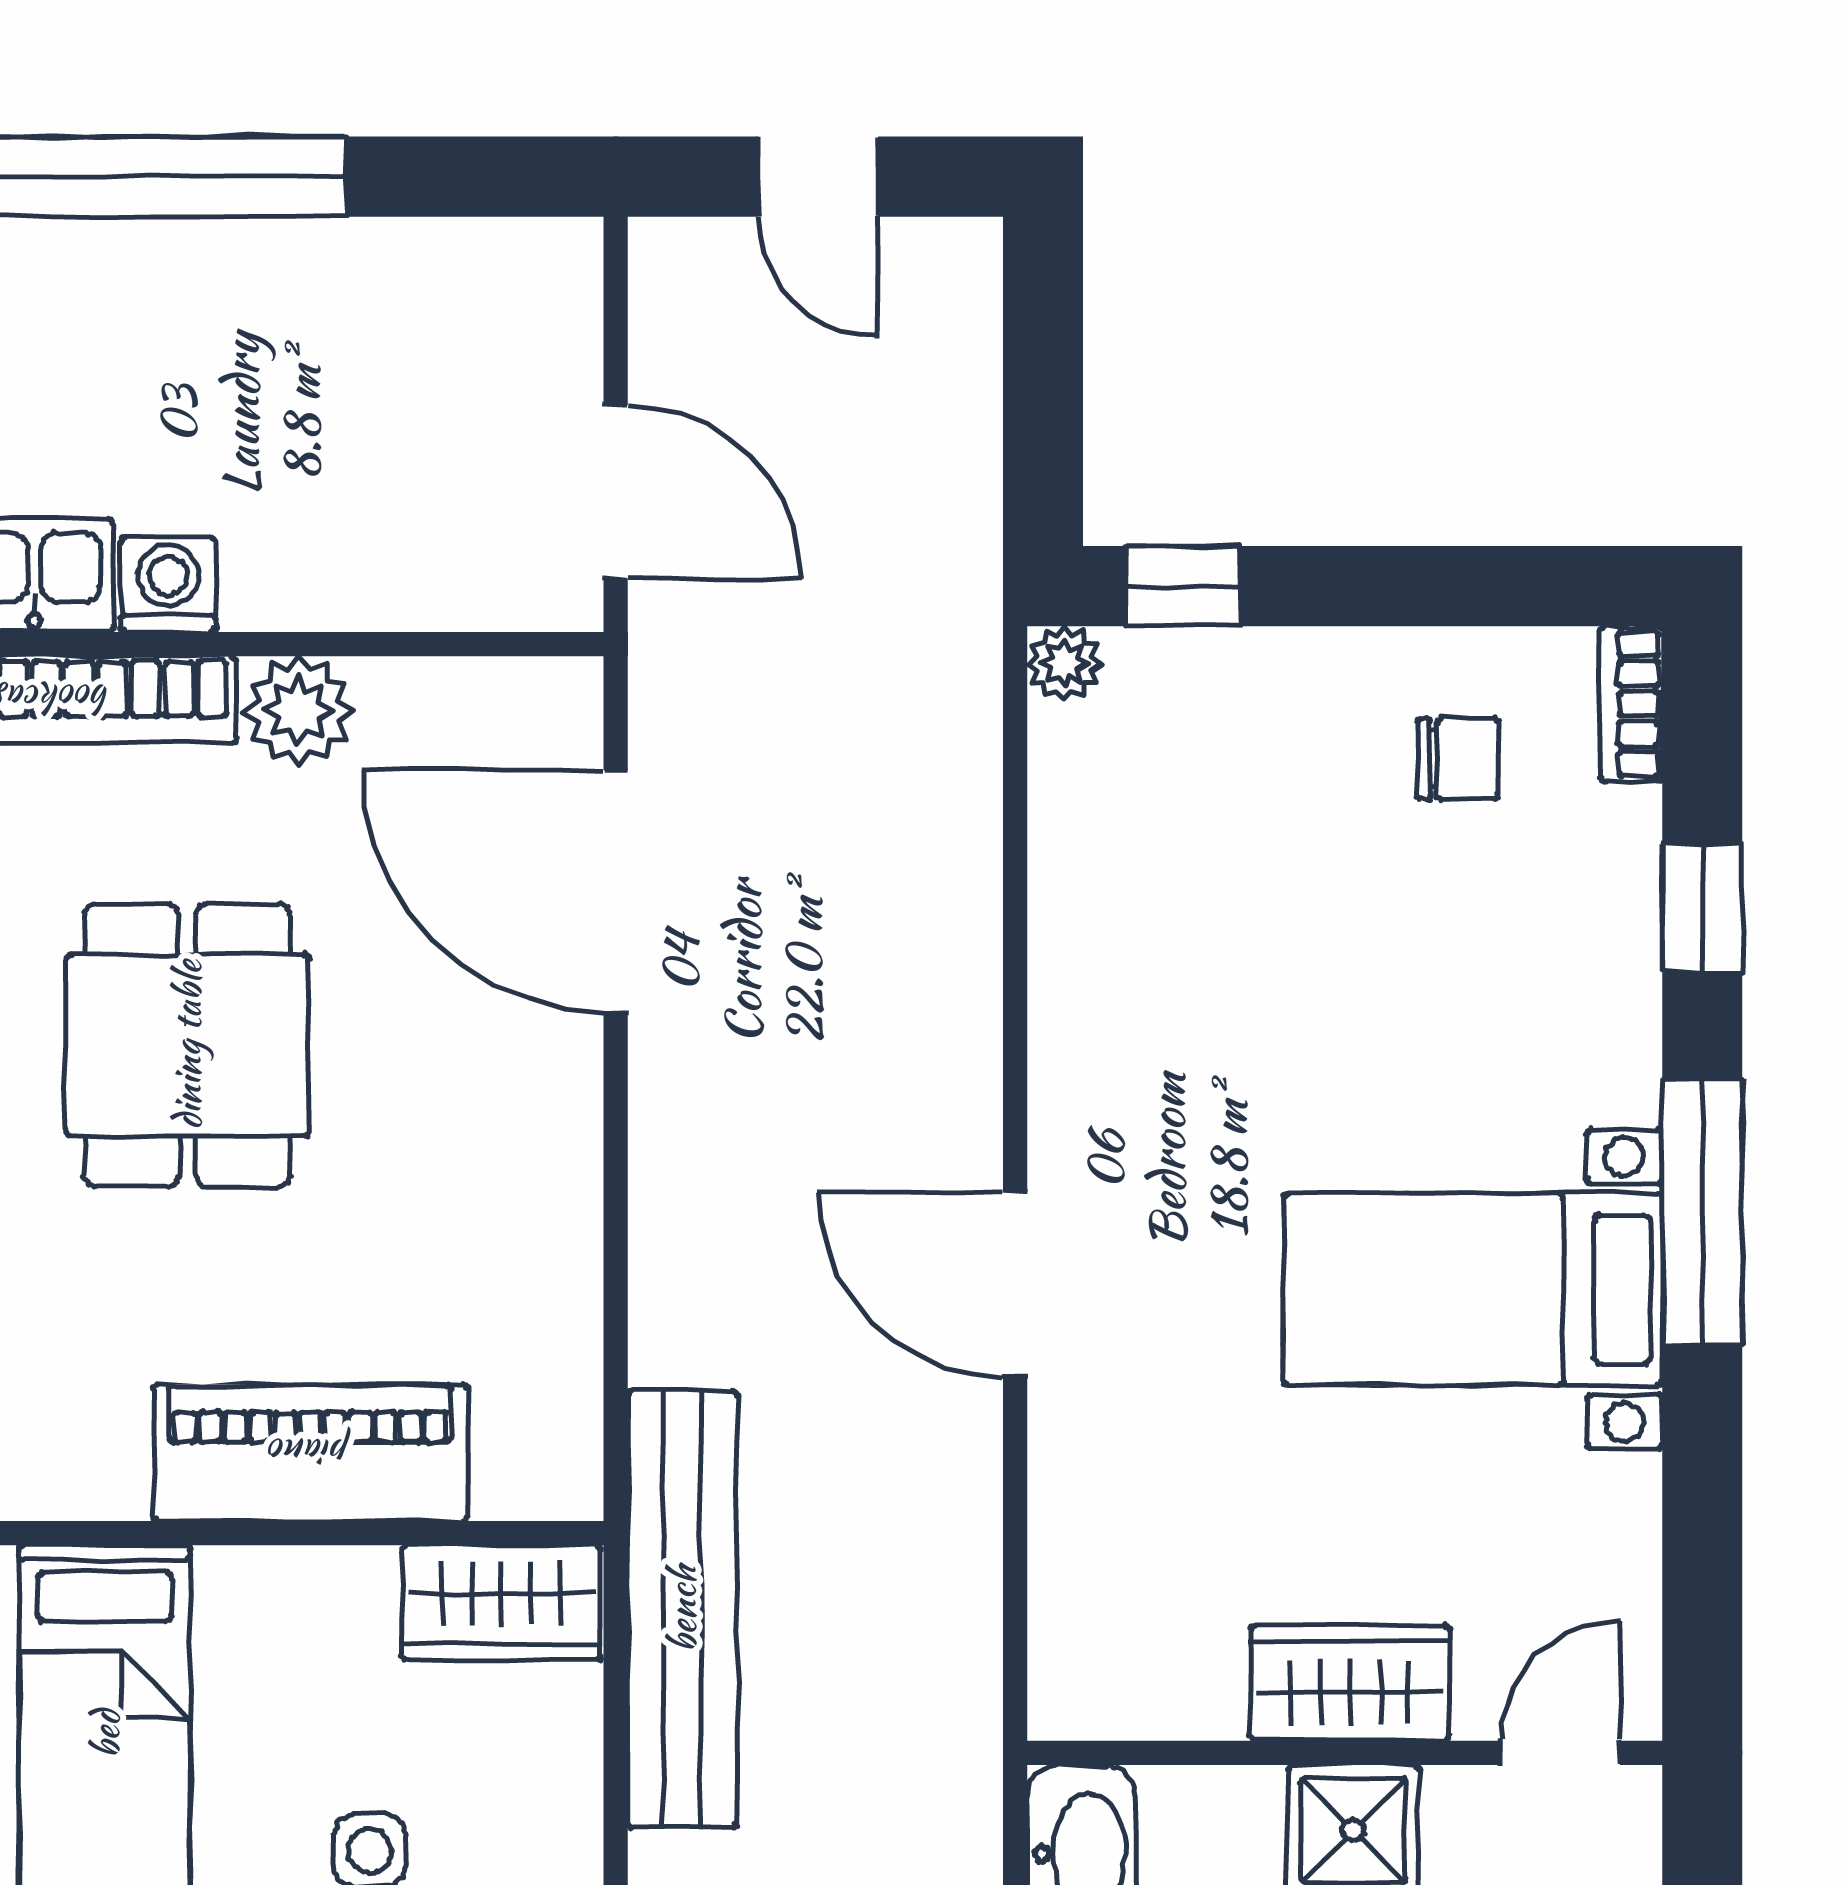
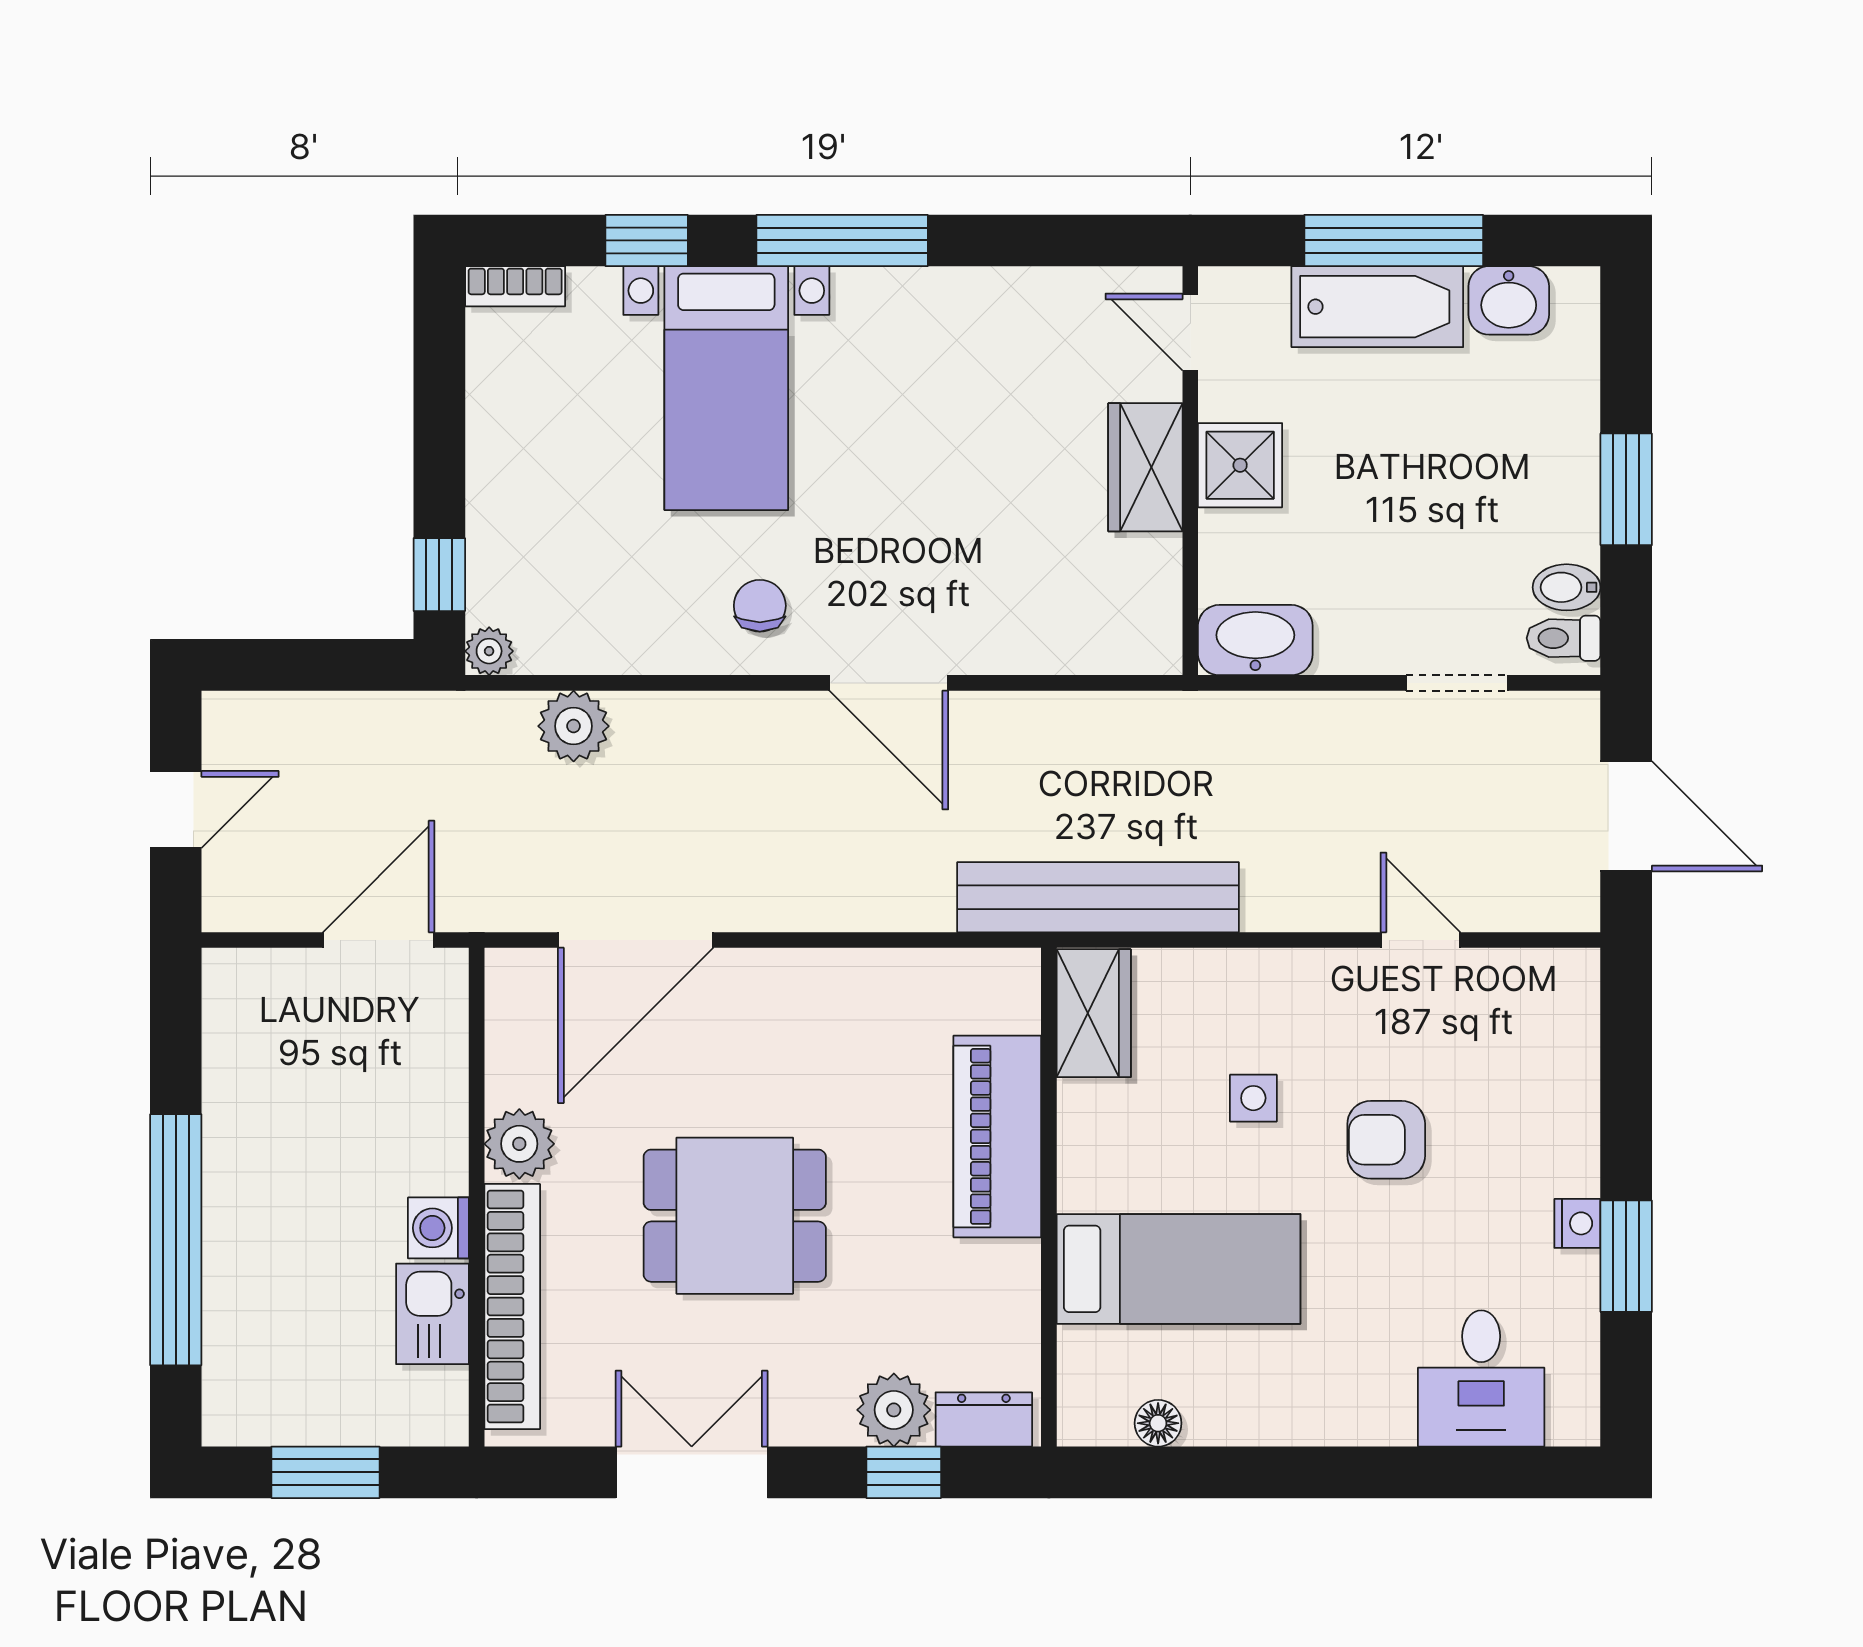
chair: (1458, 759) -> (760, 606), moved
plant: (948, 795) -> (574, 726), added
door: (1015, 1284) -> (889, 683), hinge flipped
bed with nightstands: (1473, 1289) -> (726, 388), moved

